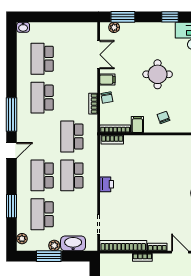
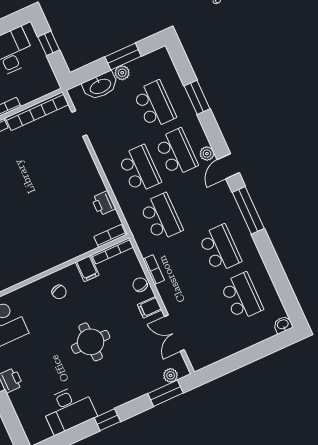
printer: (107, 184) -> (103, 203), moved
plant: (22, 239) -> (207, 154), moved

